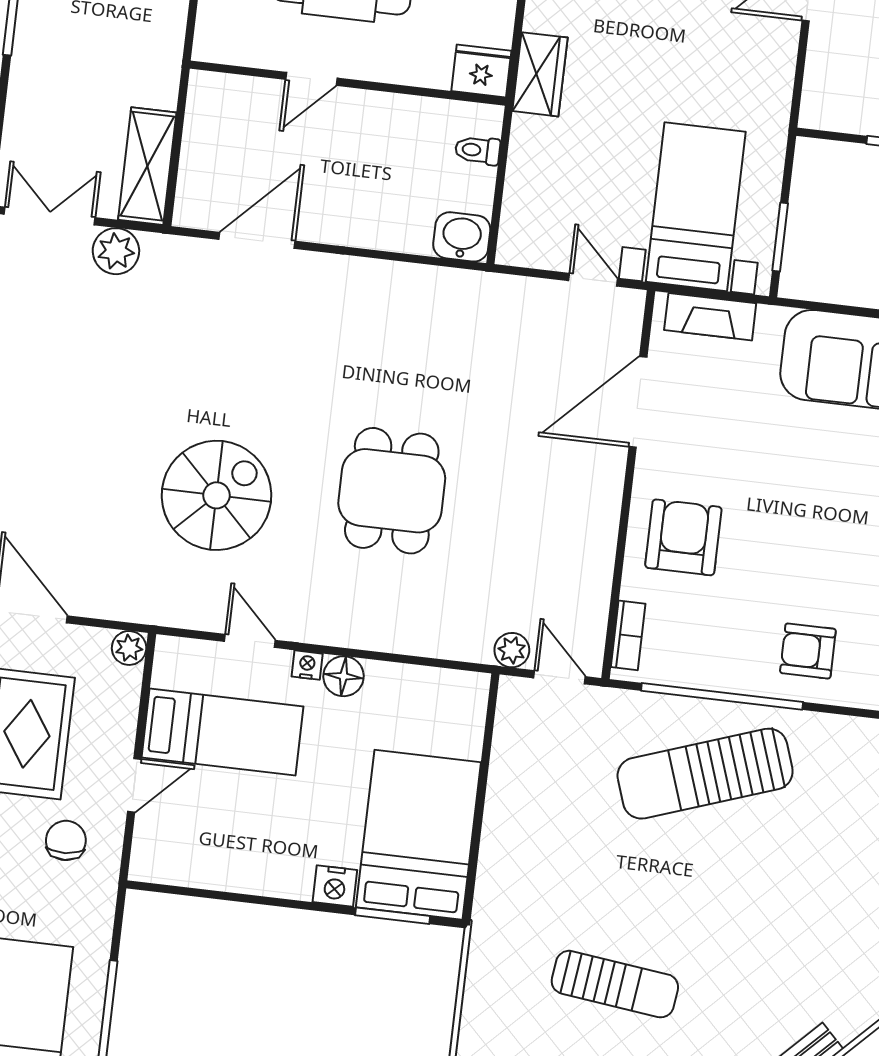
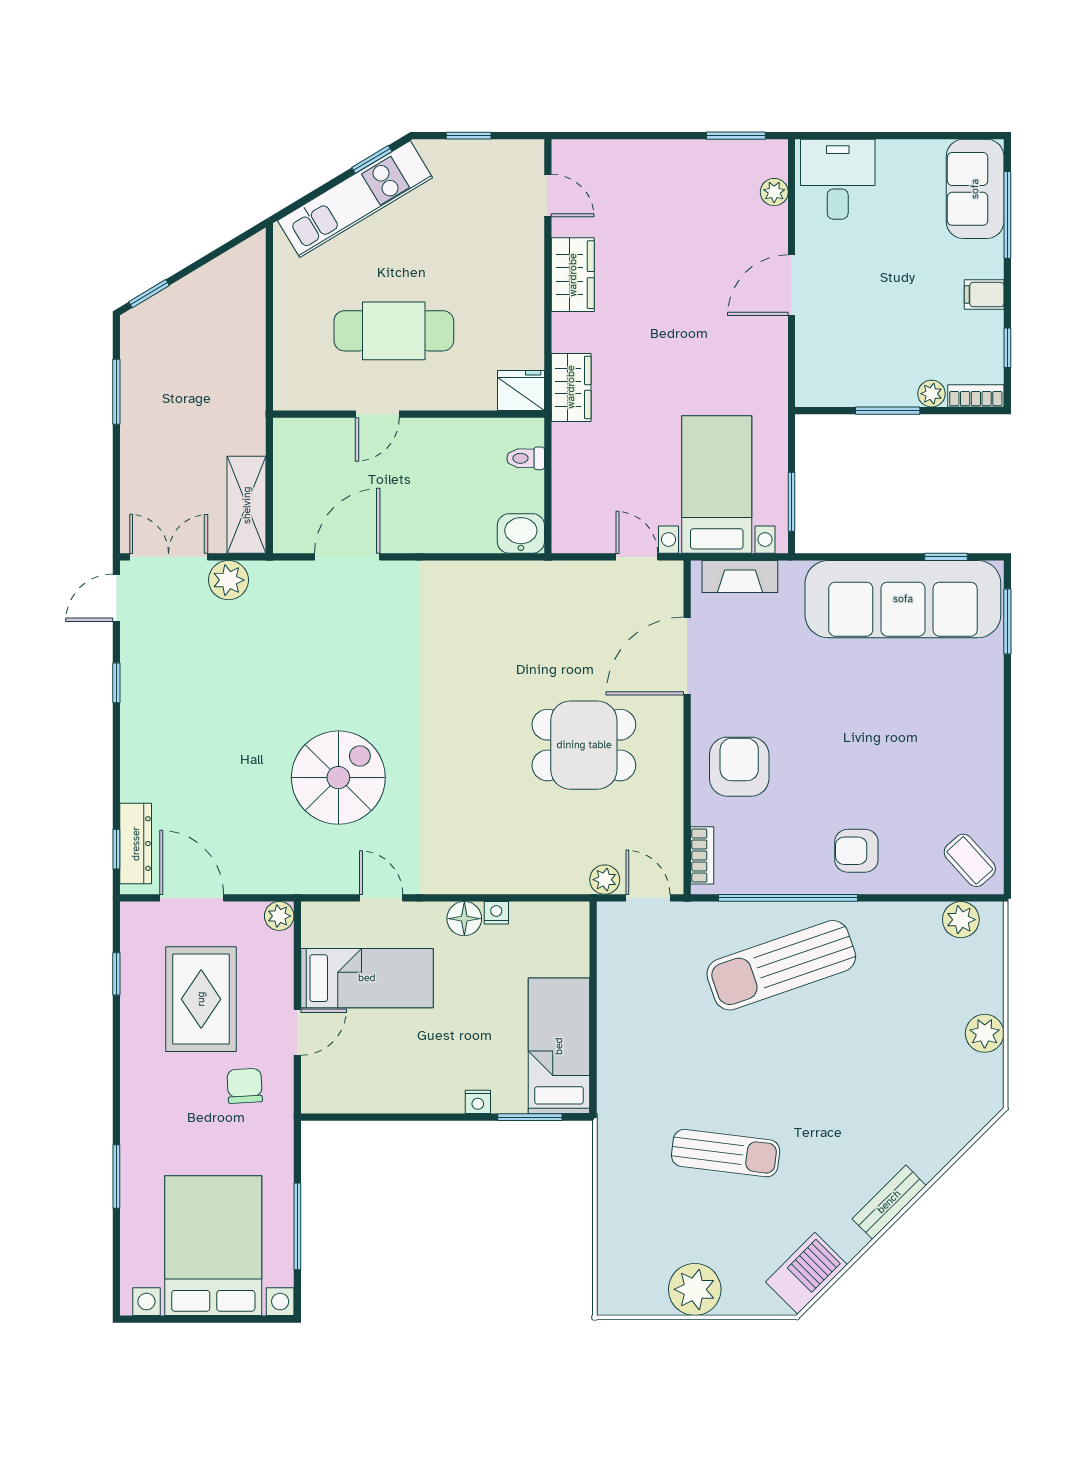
dining table: (392, 491) -> (584, 745), moved, turned 90
nightstand: (307, 665) -> (496, 913), moved
bed: (418, 835) -> (559, 1046), width x0.67
nightstand: (335, 886) -> (478, 1102), width x0.72, depth x0.74

